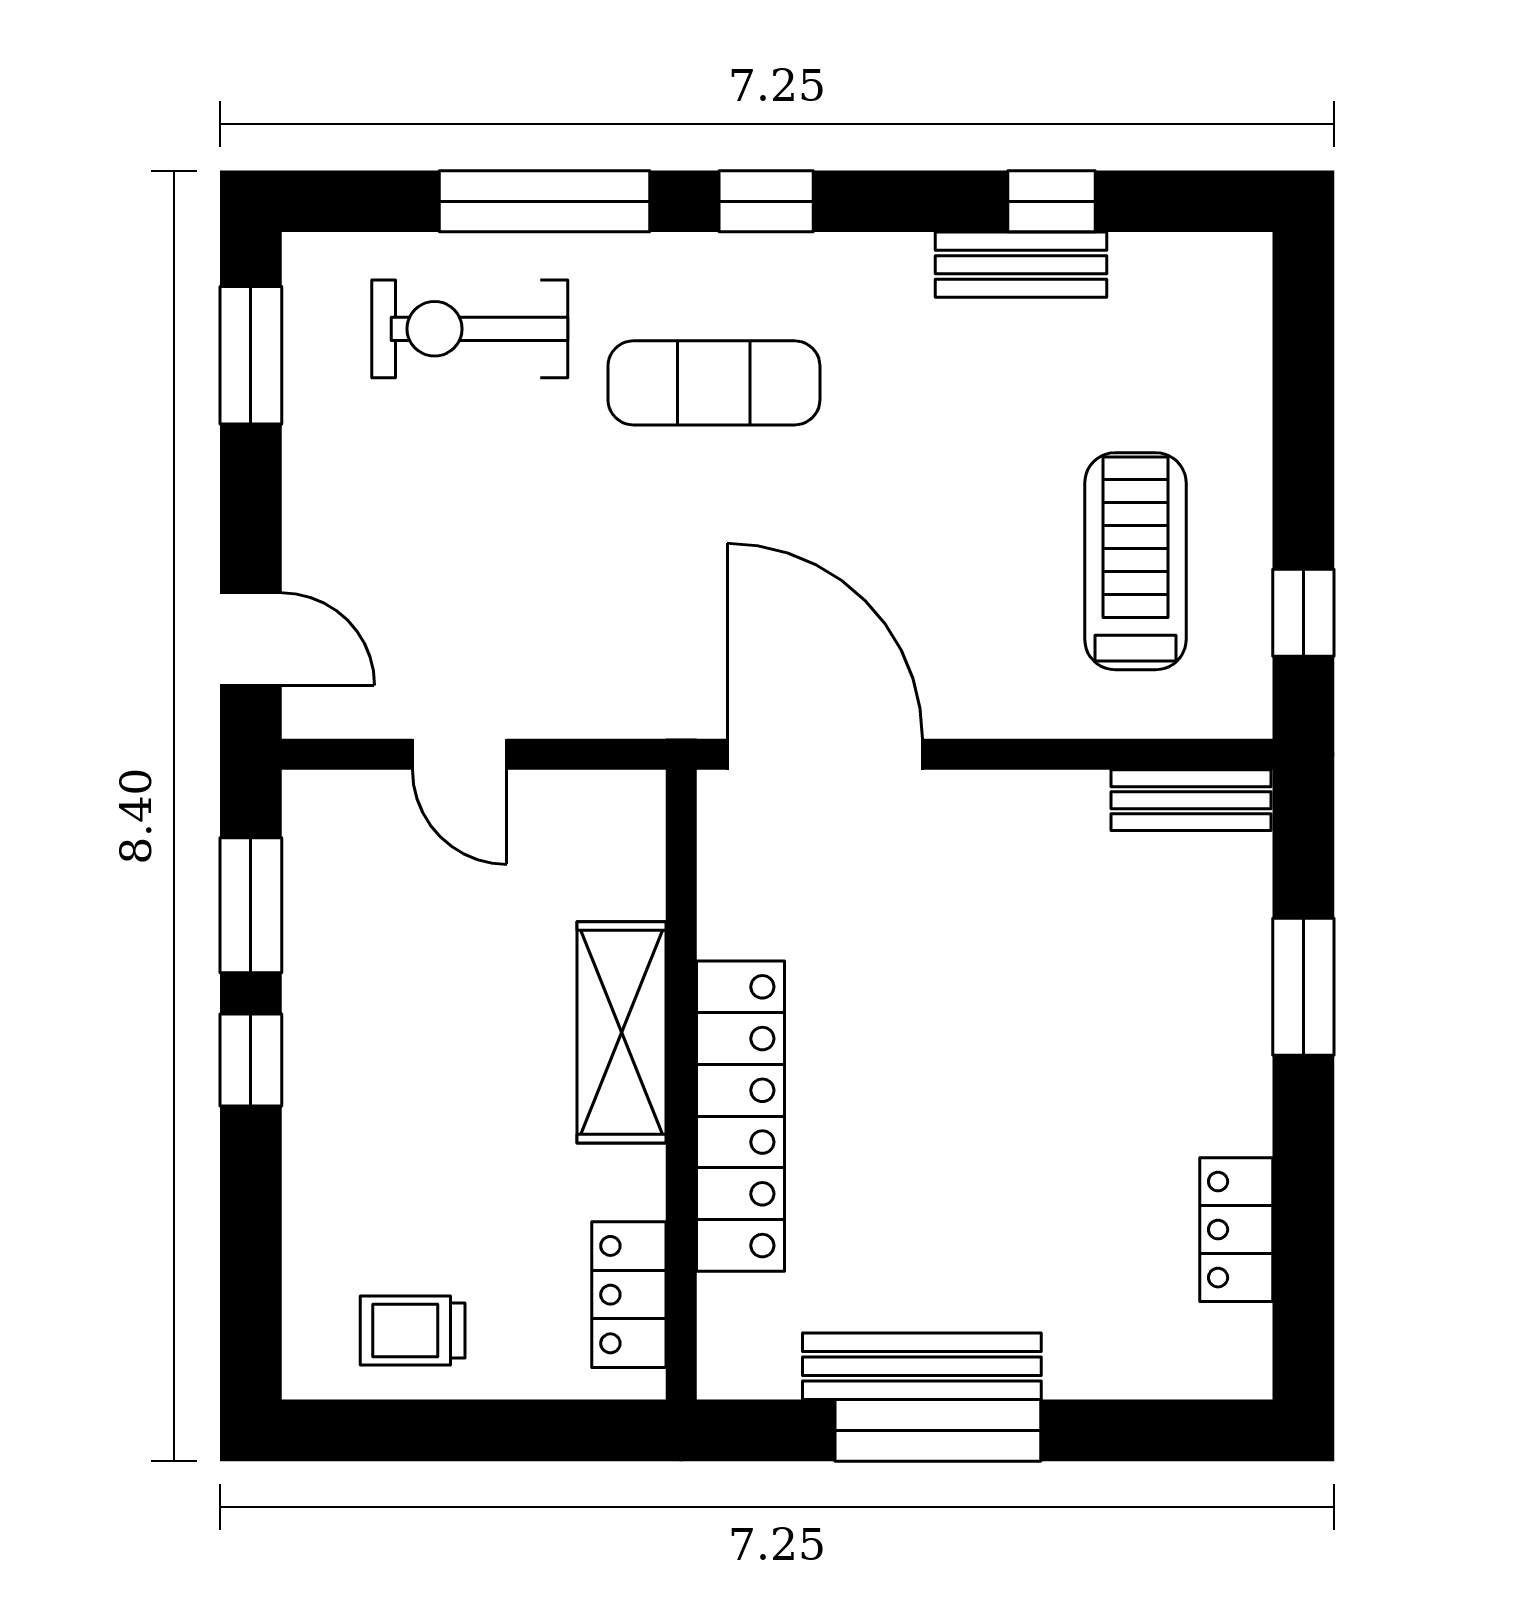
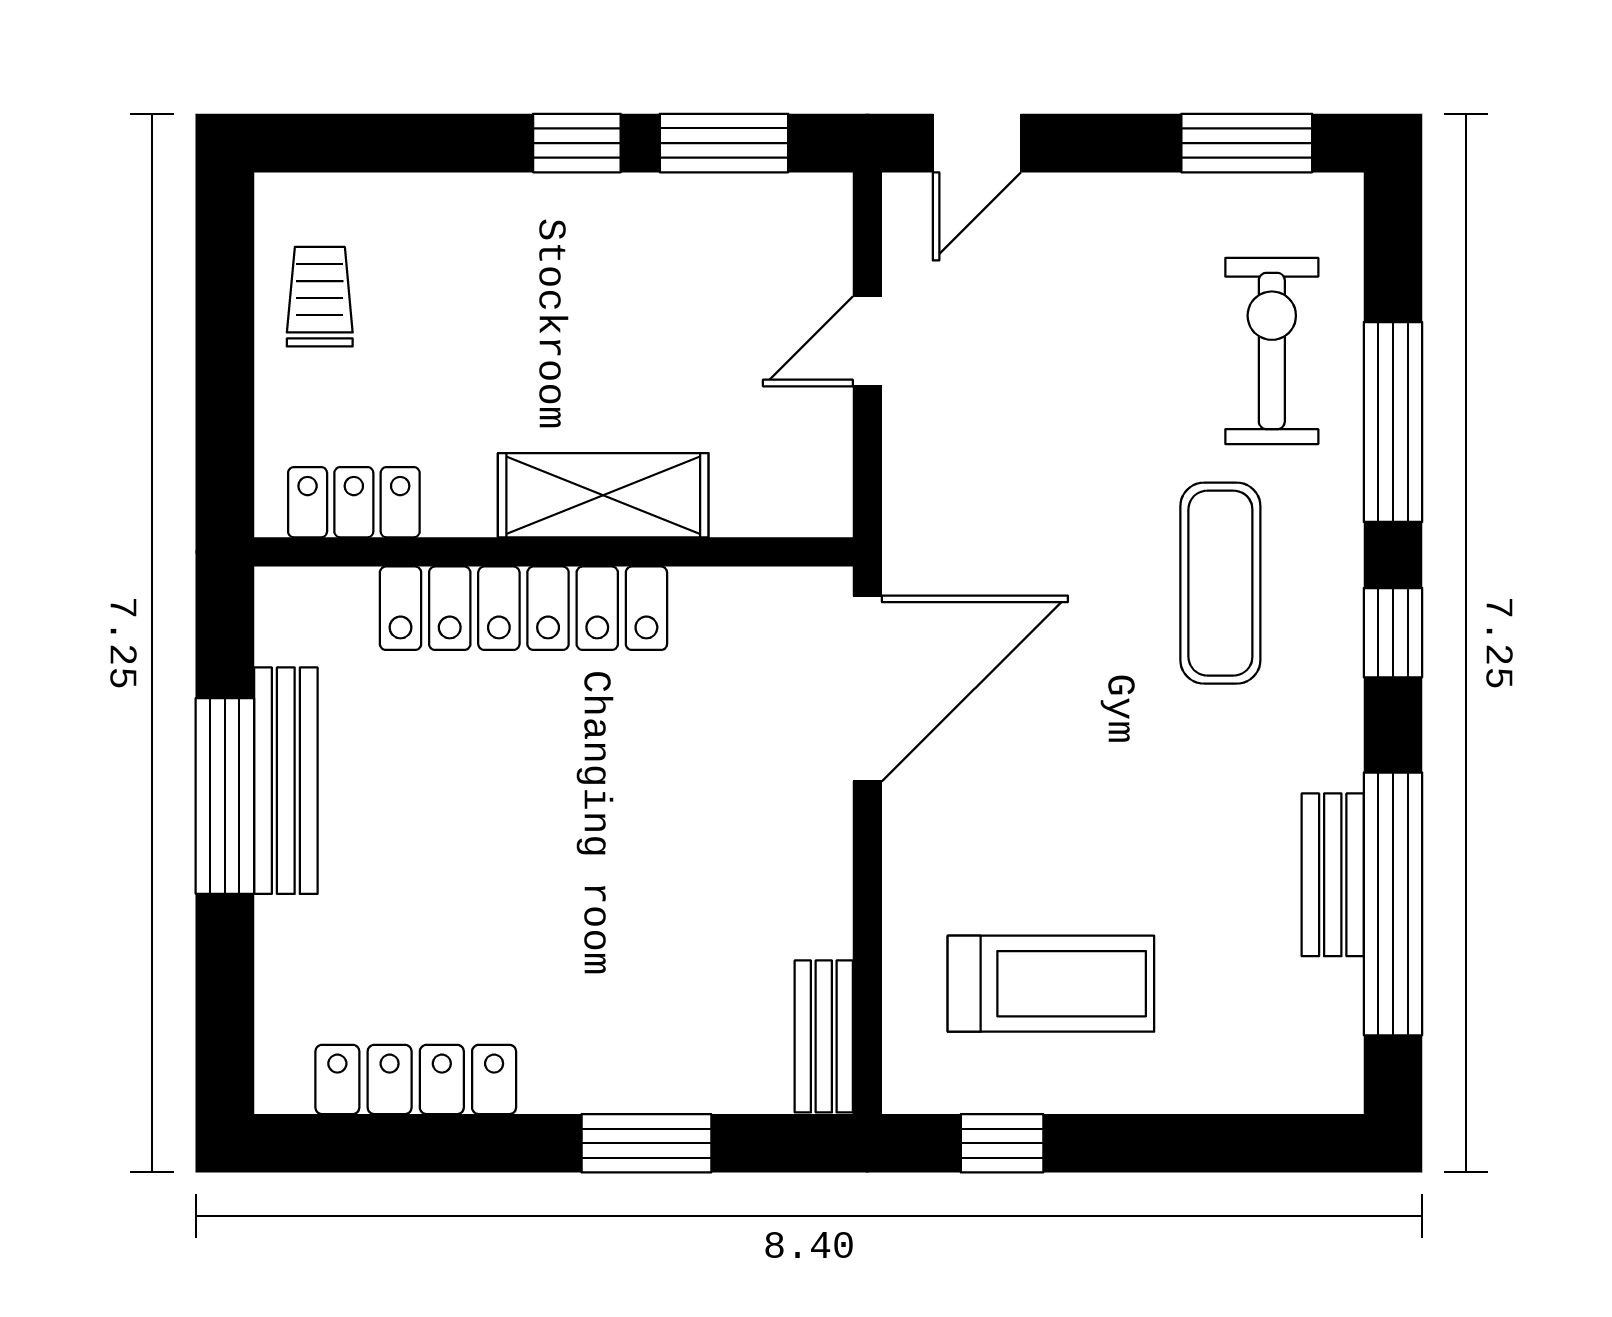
window: (1052, 201) -> (1393, 904), width x3.17
locker: (1236, 1230) -> (416, 1079), width x1.53

